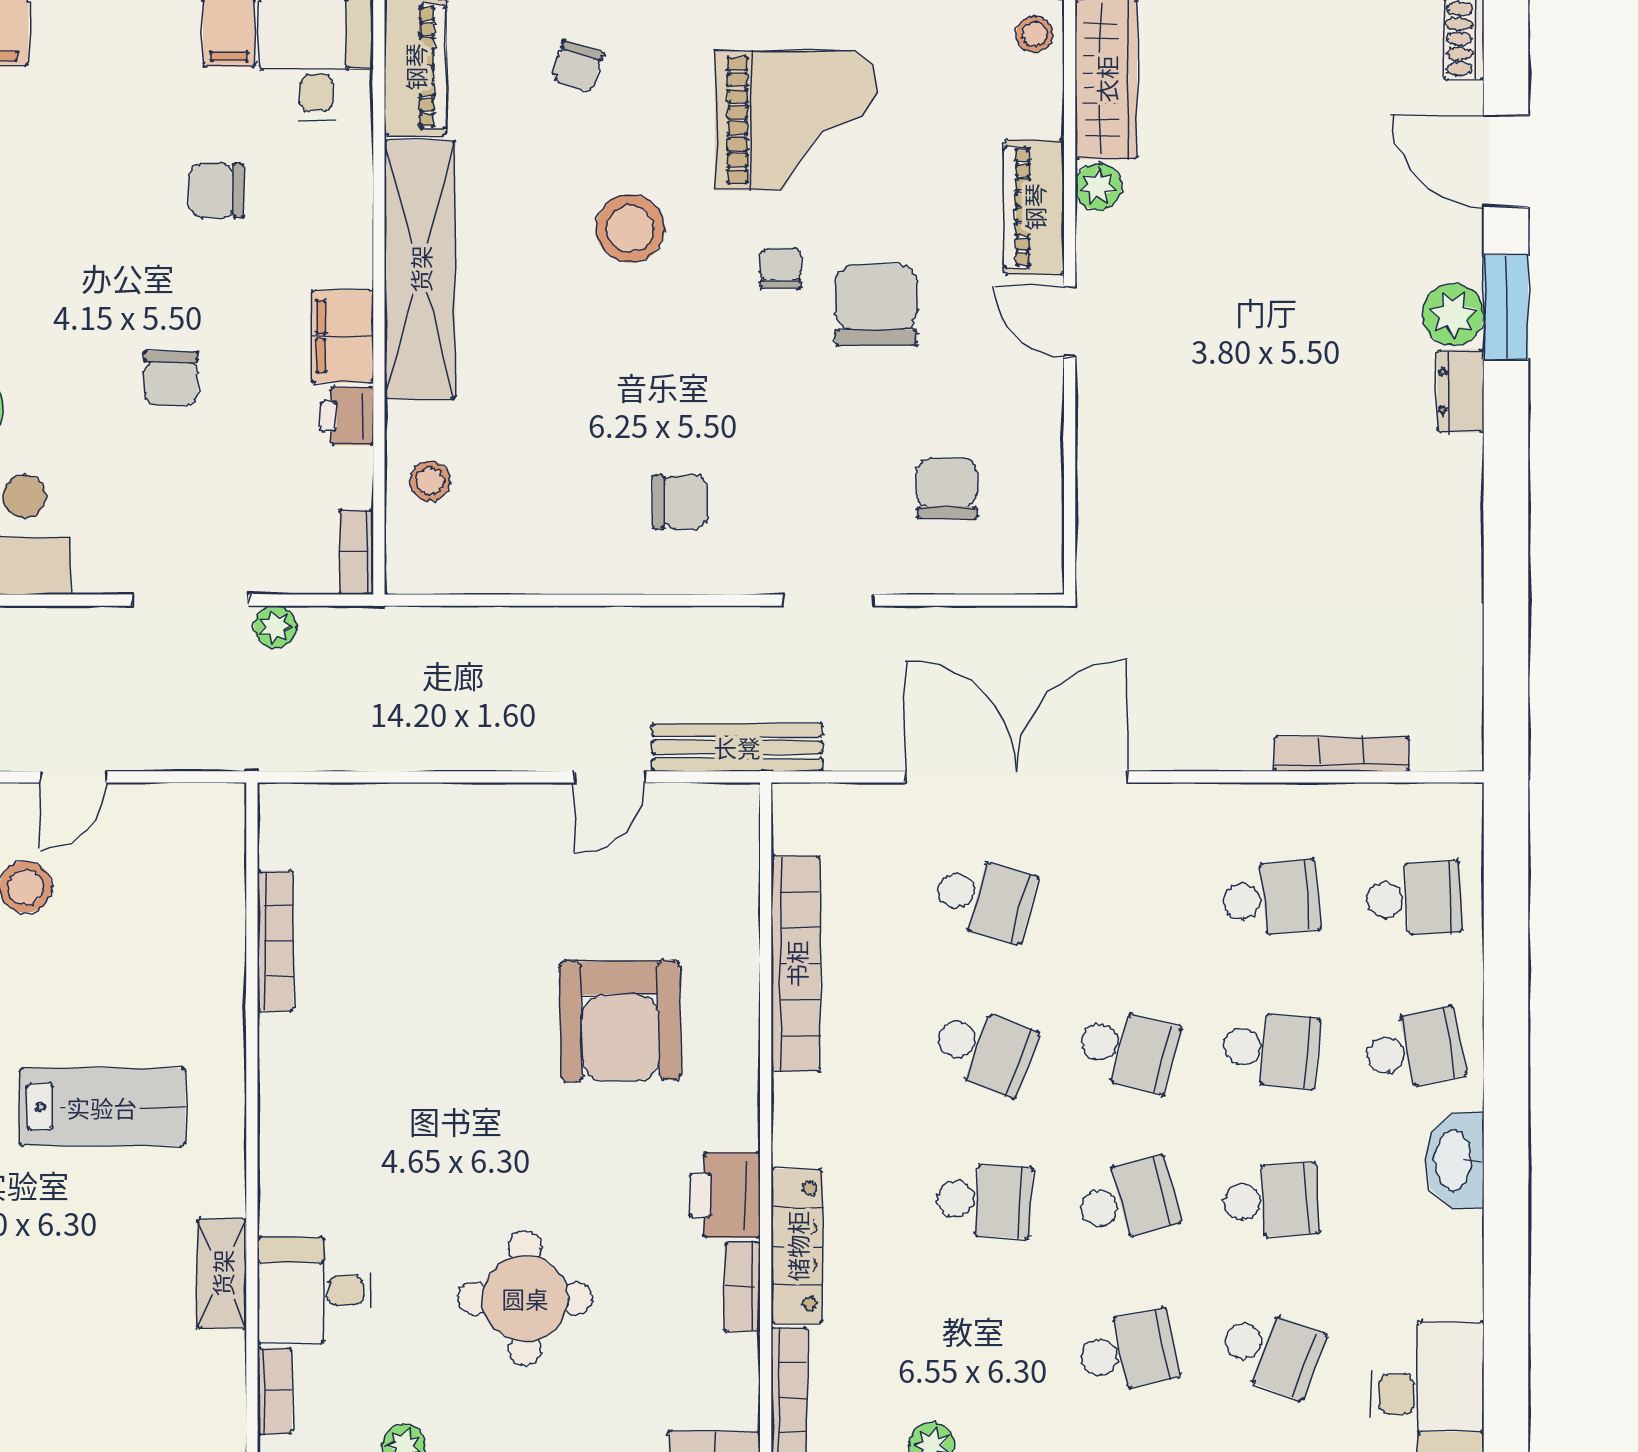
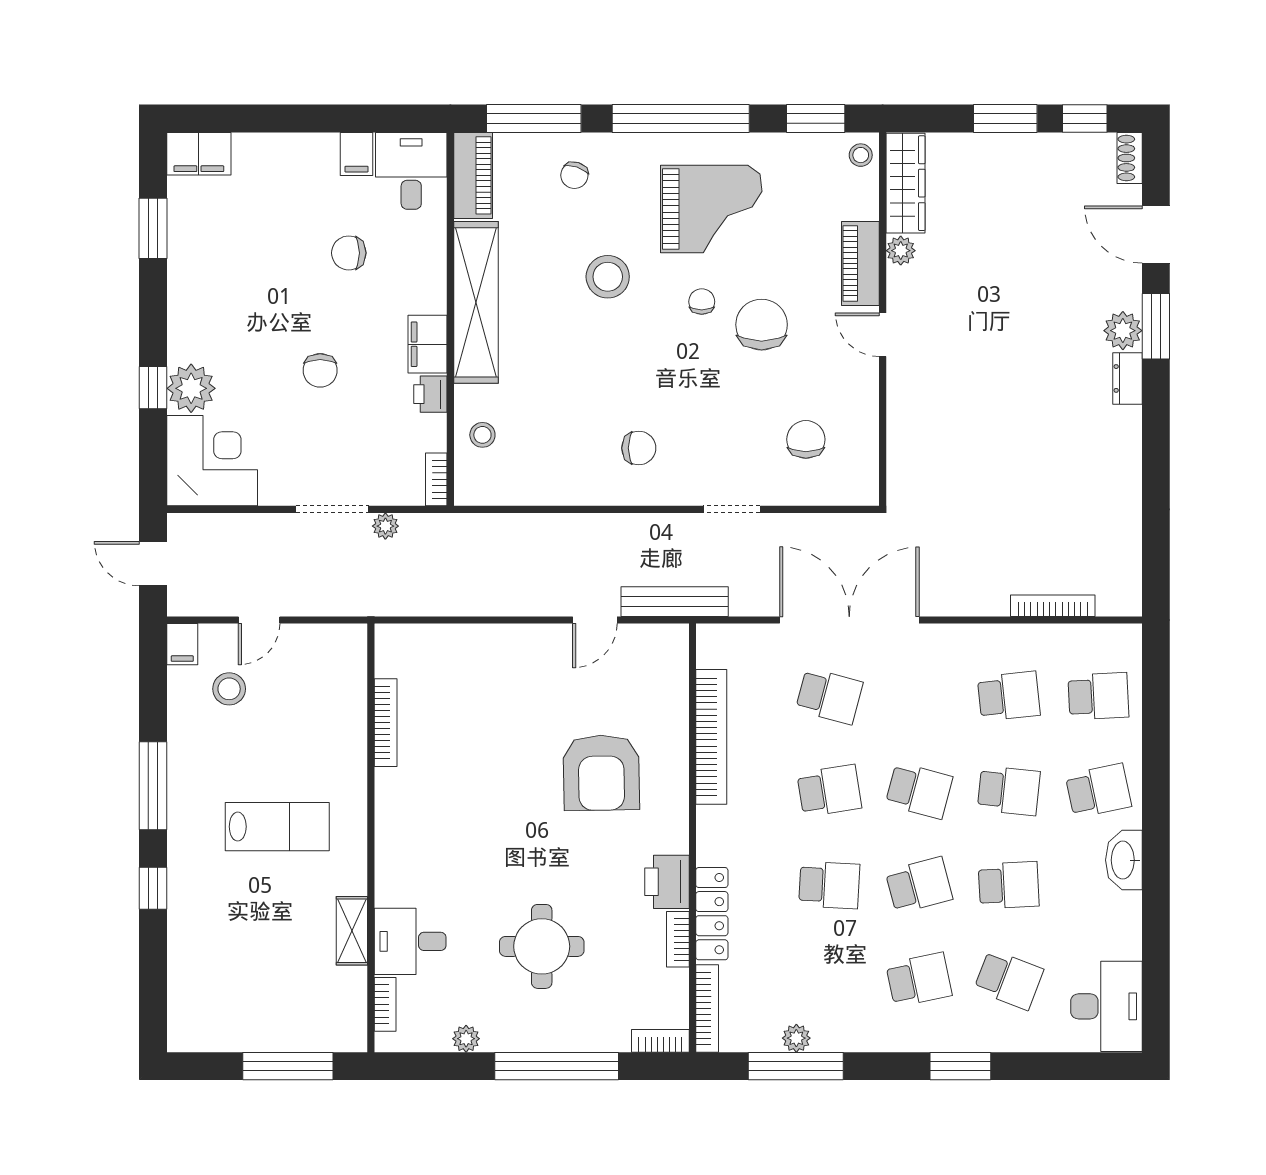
school desk: (984, 1050) -> (829, 791), turned -30

